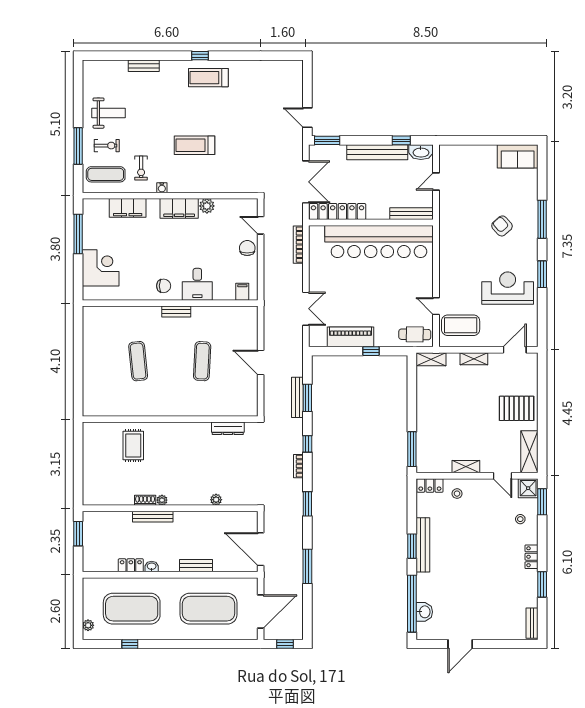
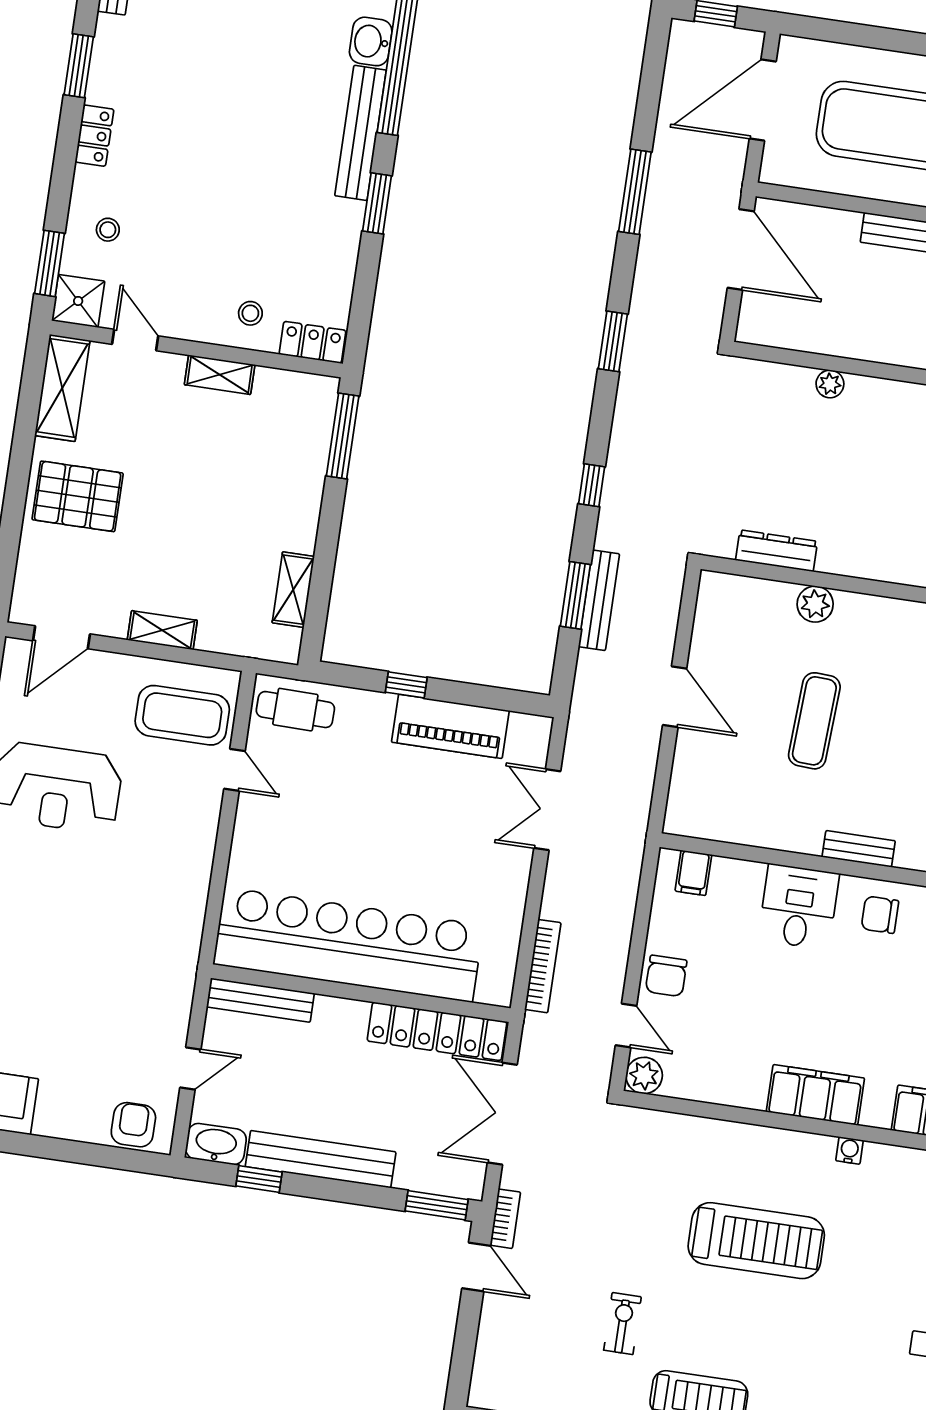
treadmill: (194, 145) -> (756, 1241), width x1.37, depth x1.38
exercise bike: (141, 168) -> (622, 1323), moved
plant: (207, 206) -> (644, 1075), moved
armchair: (502, 226) -> (133, 1125), moved, turned -138
shelving: (431, 359) -> (293, 590), moved, turned 90
plant: (209, 409) -> (815, 604), added
bookcase: (298, 466) -> (505, 1219), moved
bench: (423, 545) -> (360, 133), moved

